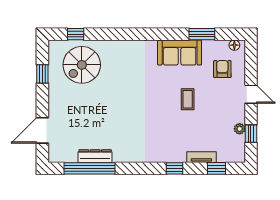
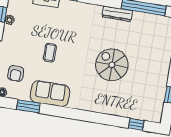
spiral stairs: (82, 65) -> (112, 65), moved, turned -90
dresser: (95, 156) -> (117, 14), moved

